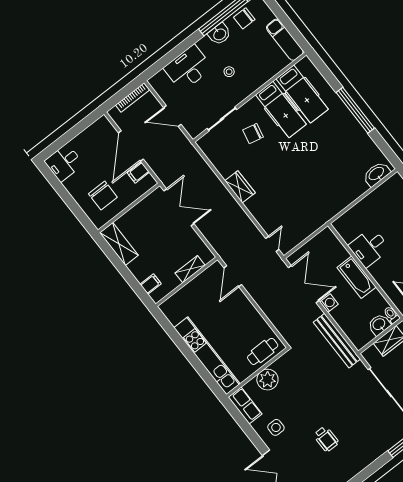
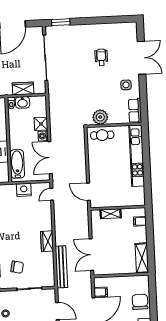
chair: (103, 195) -> (140, 302), moved
nightstand: (308, 226) -> (24, 190), added
door: (233, 276) -> (88, 192), swing flipped
bathtub: (357, 277) -> (17, 164), moved
shower: (341, 315) -> (41, 124), added
bench: (337, 341) -> (61, 267), moved
plant: (267, 380) -> (100, 117), moved

